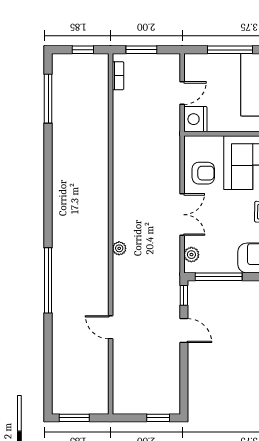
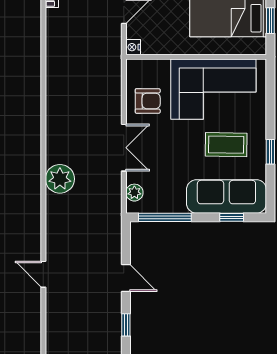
nightstand: (195, 119) -> (133, 47), width x0.53, depth x0.56
plant: (119, 248) -> (60, 179), width x1.87, depth x1.87
window: (184, 295) -> (126, 325), moved

